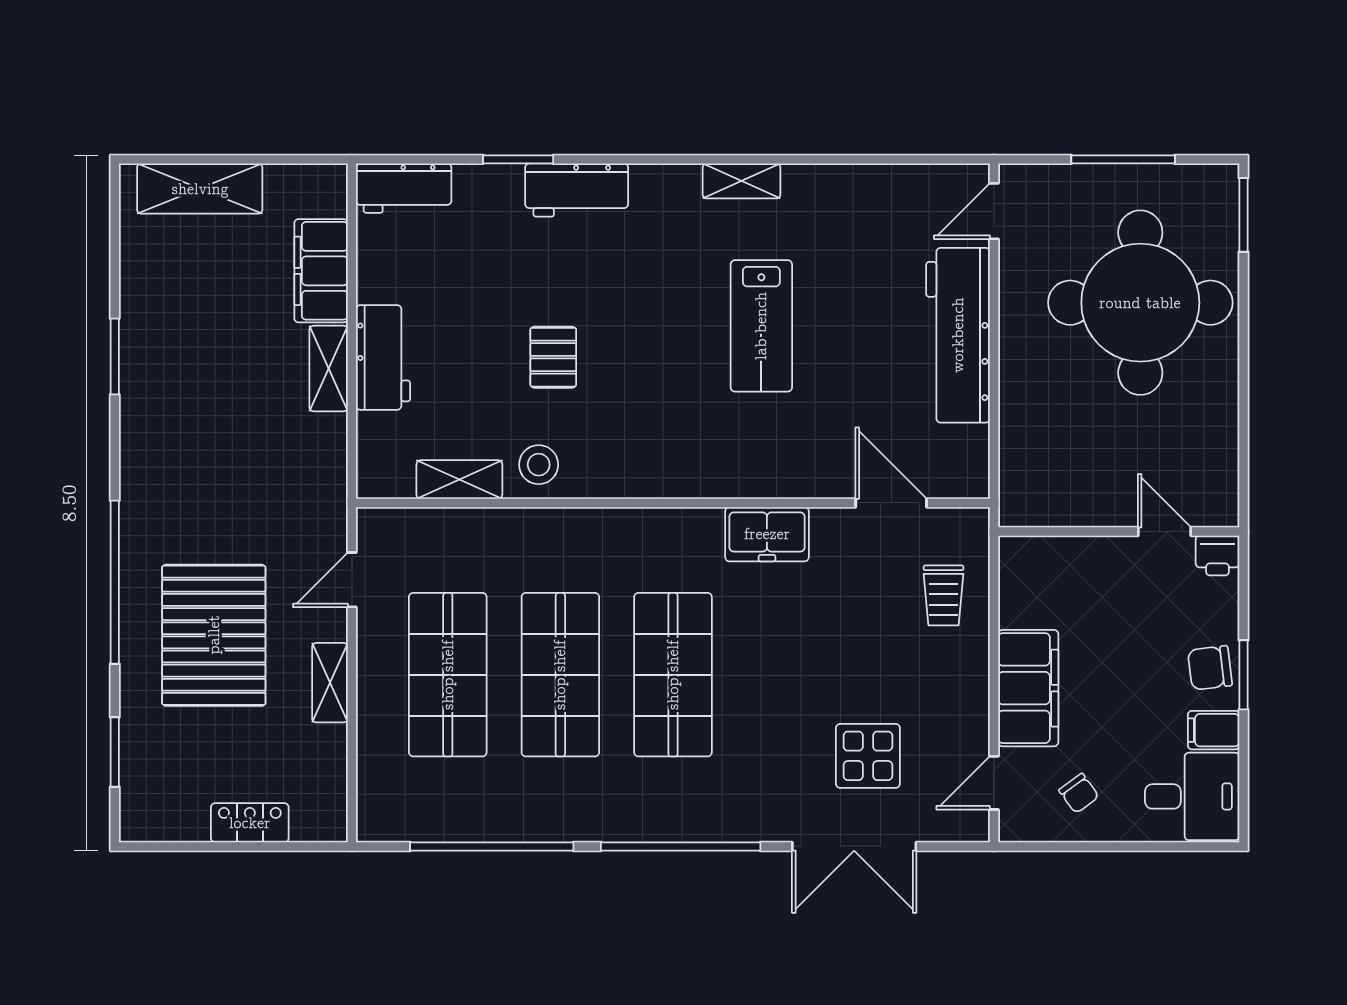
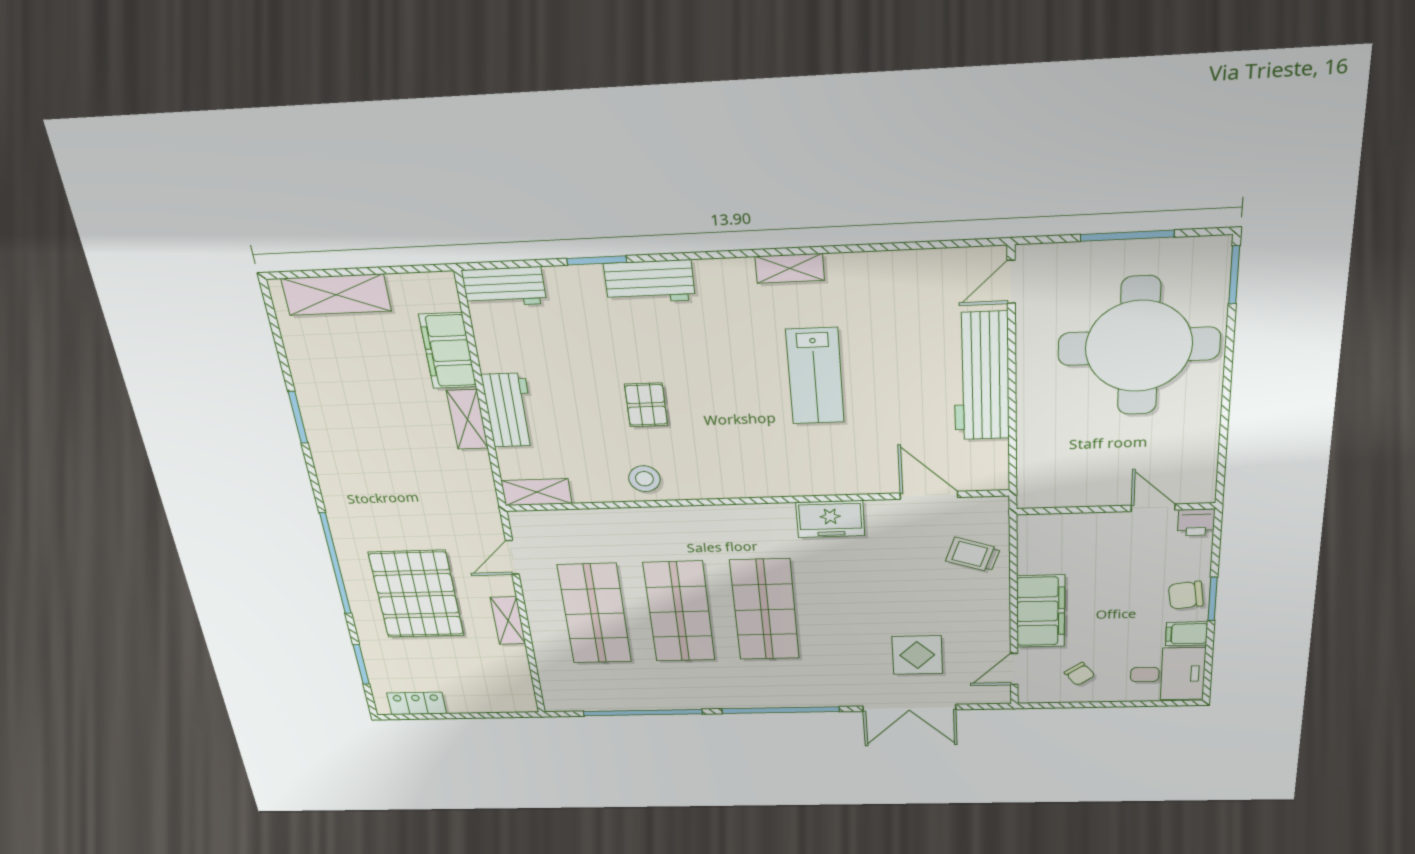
shelving: (459, 480) -> (536, 492), moved
trolley: (944, 595) -> (973, 555), turned 109
locker: (250, 823) -> (417, 703), moved

